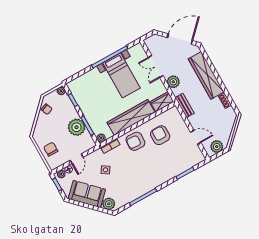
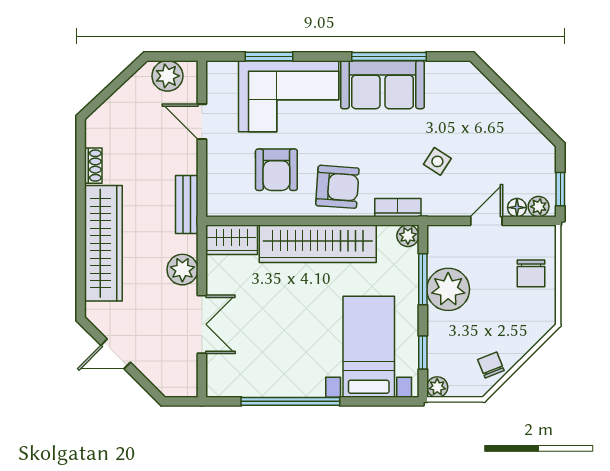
door: (180, 39) -> (116, 354), width x0.53
bed with nightstands: (121, 75) -> (369, 347), moved
corner sofa: (170, 163) -> (289, 96), added
sofa: (87, 194) -> (383, 85), moved, turned -45
plant: (109, 204) -> (472, 84), removed

